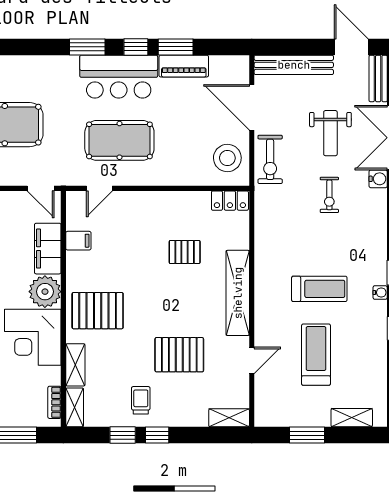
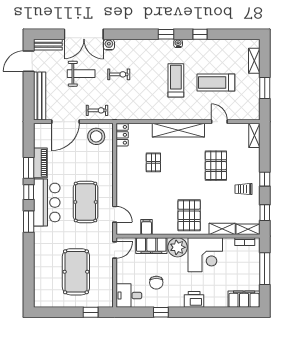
exercise bike: (270, 159) -> (97, 110), width x0.73, depth x0.72
window: (123, 435) -> (265, 213), moved

